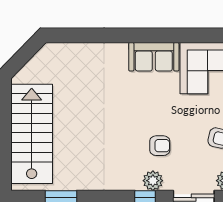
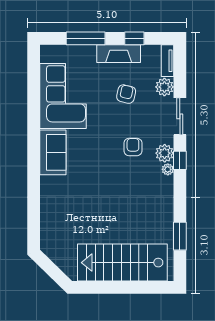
plant: (135, 184) -> (168, 169), added

